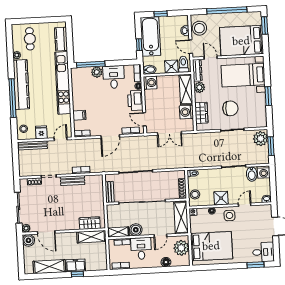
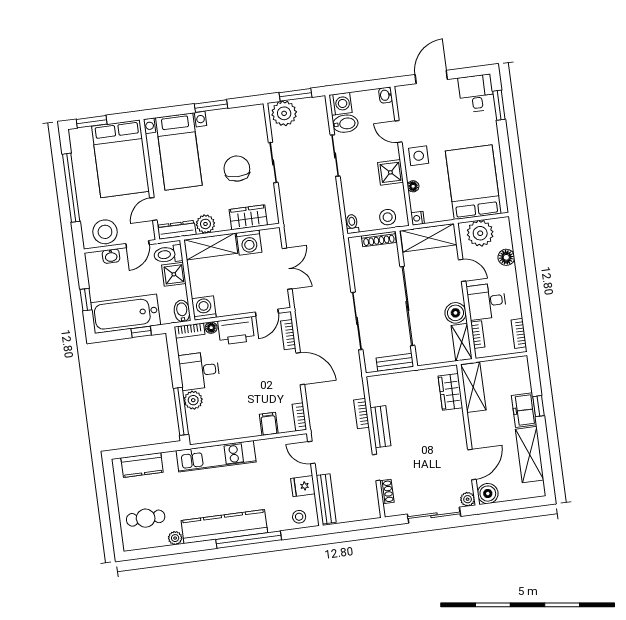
kitchen unit: (63, 83) -> (216, 456), width x0.73

